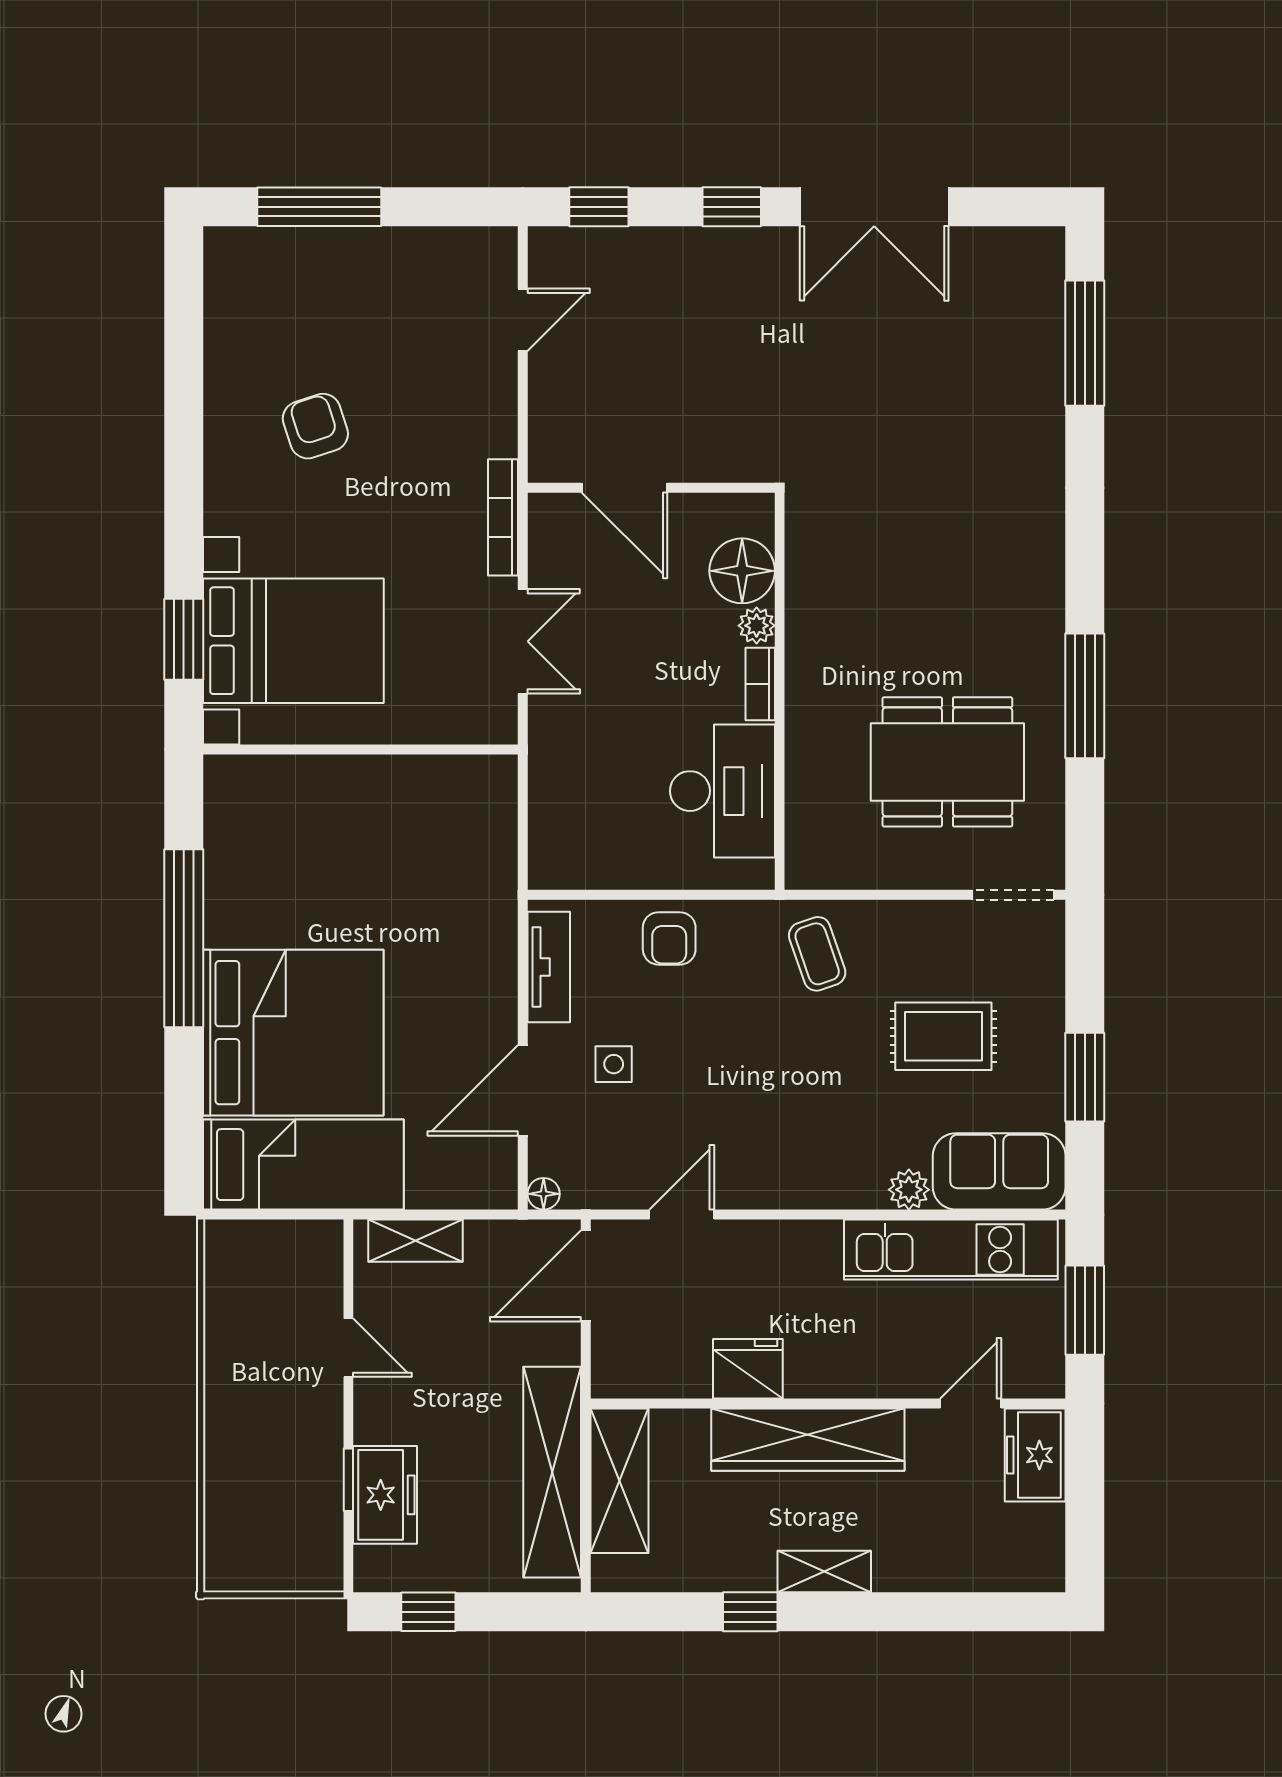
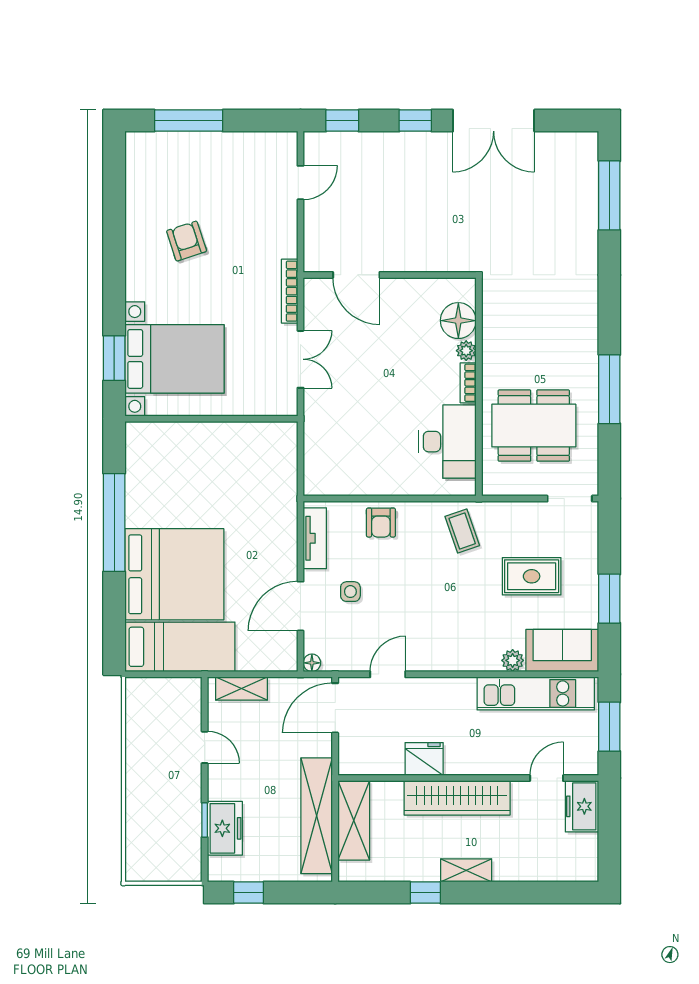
floor lamp: (742, 571) -> (458, 321), moved
plant: (757, 626) -> (466, 351), moved
bookcase: (760, 684) -> (468, 383), moved
wall: (780, 691) -> (479, 387), moved
desk: (722, 791) -> (447, 442), moved

